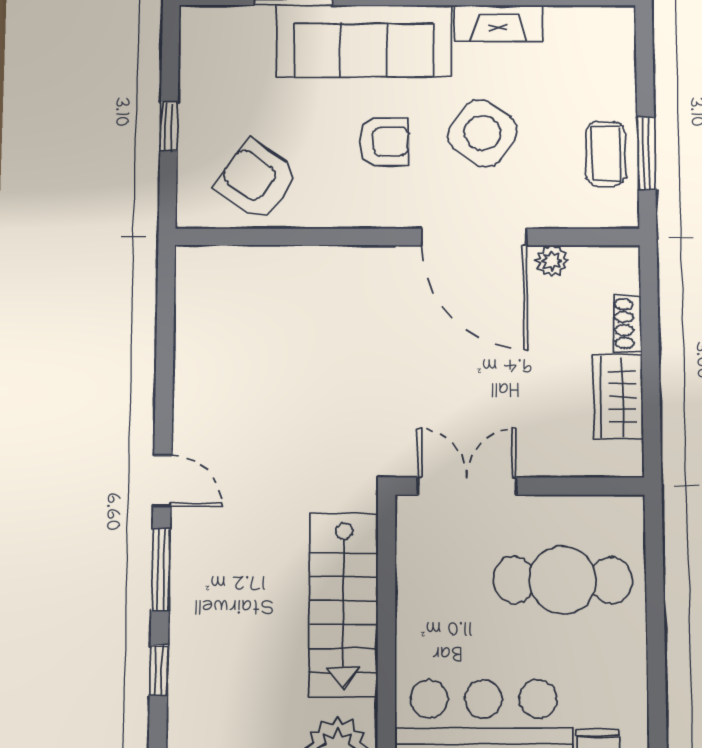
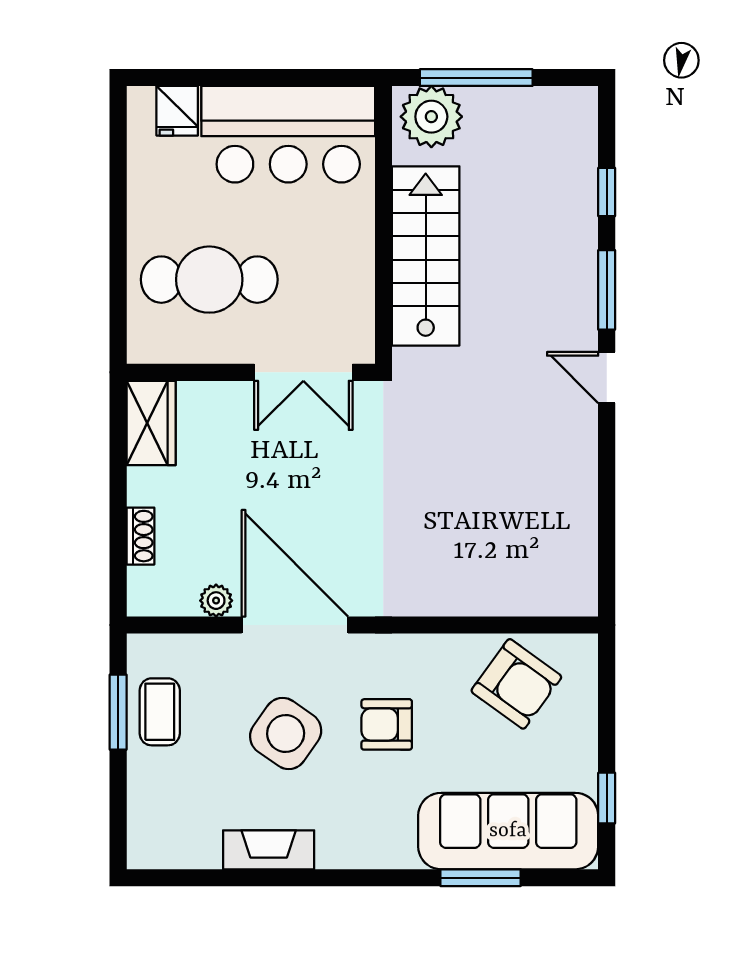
sofa: (364, 41) -> (508, 831), moved
window: (169, 126) -> (607, 798), moved
wardrobe: (618, 397) -> (151, 423), moved

